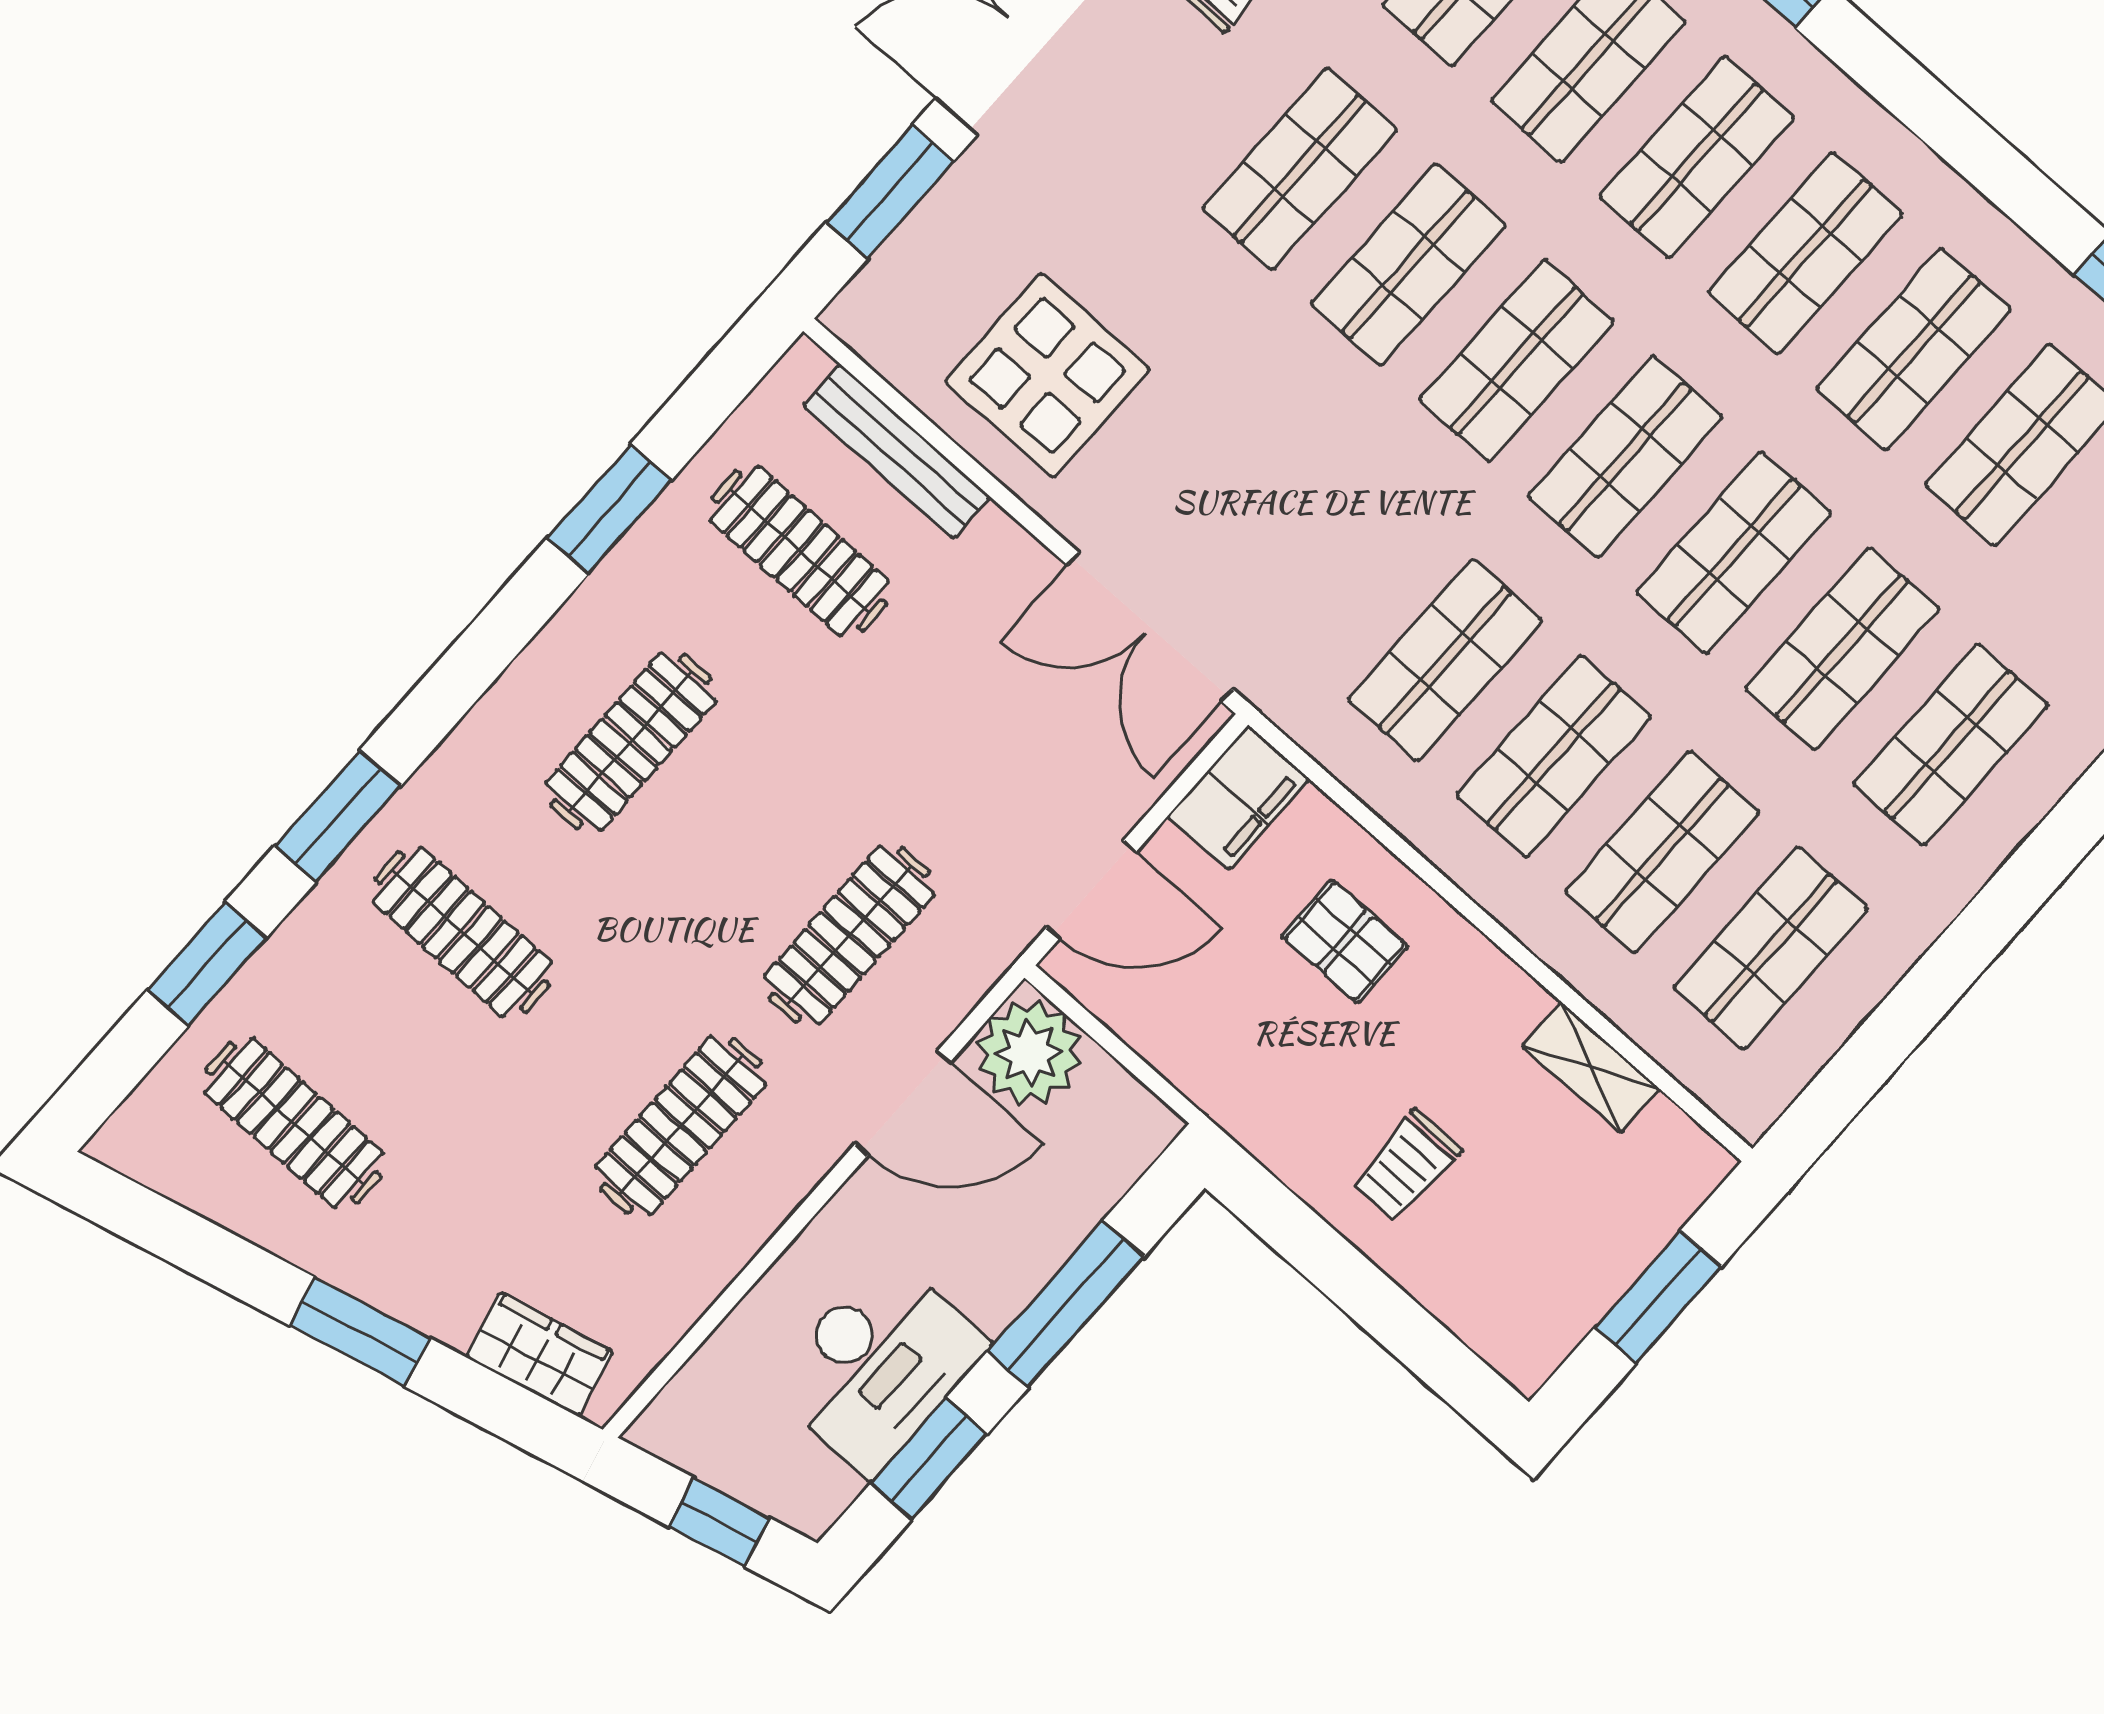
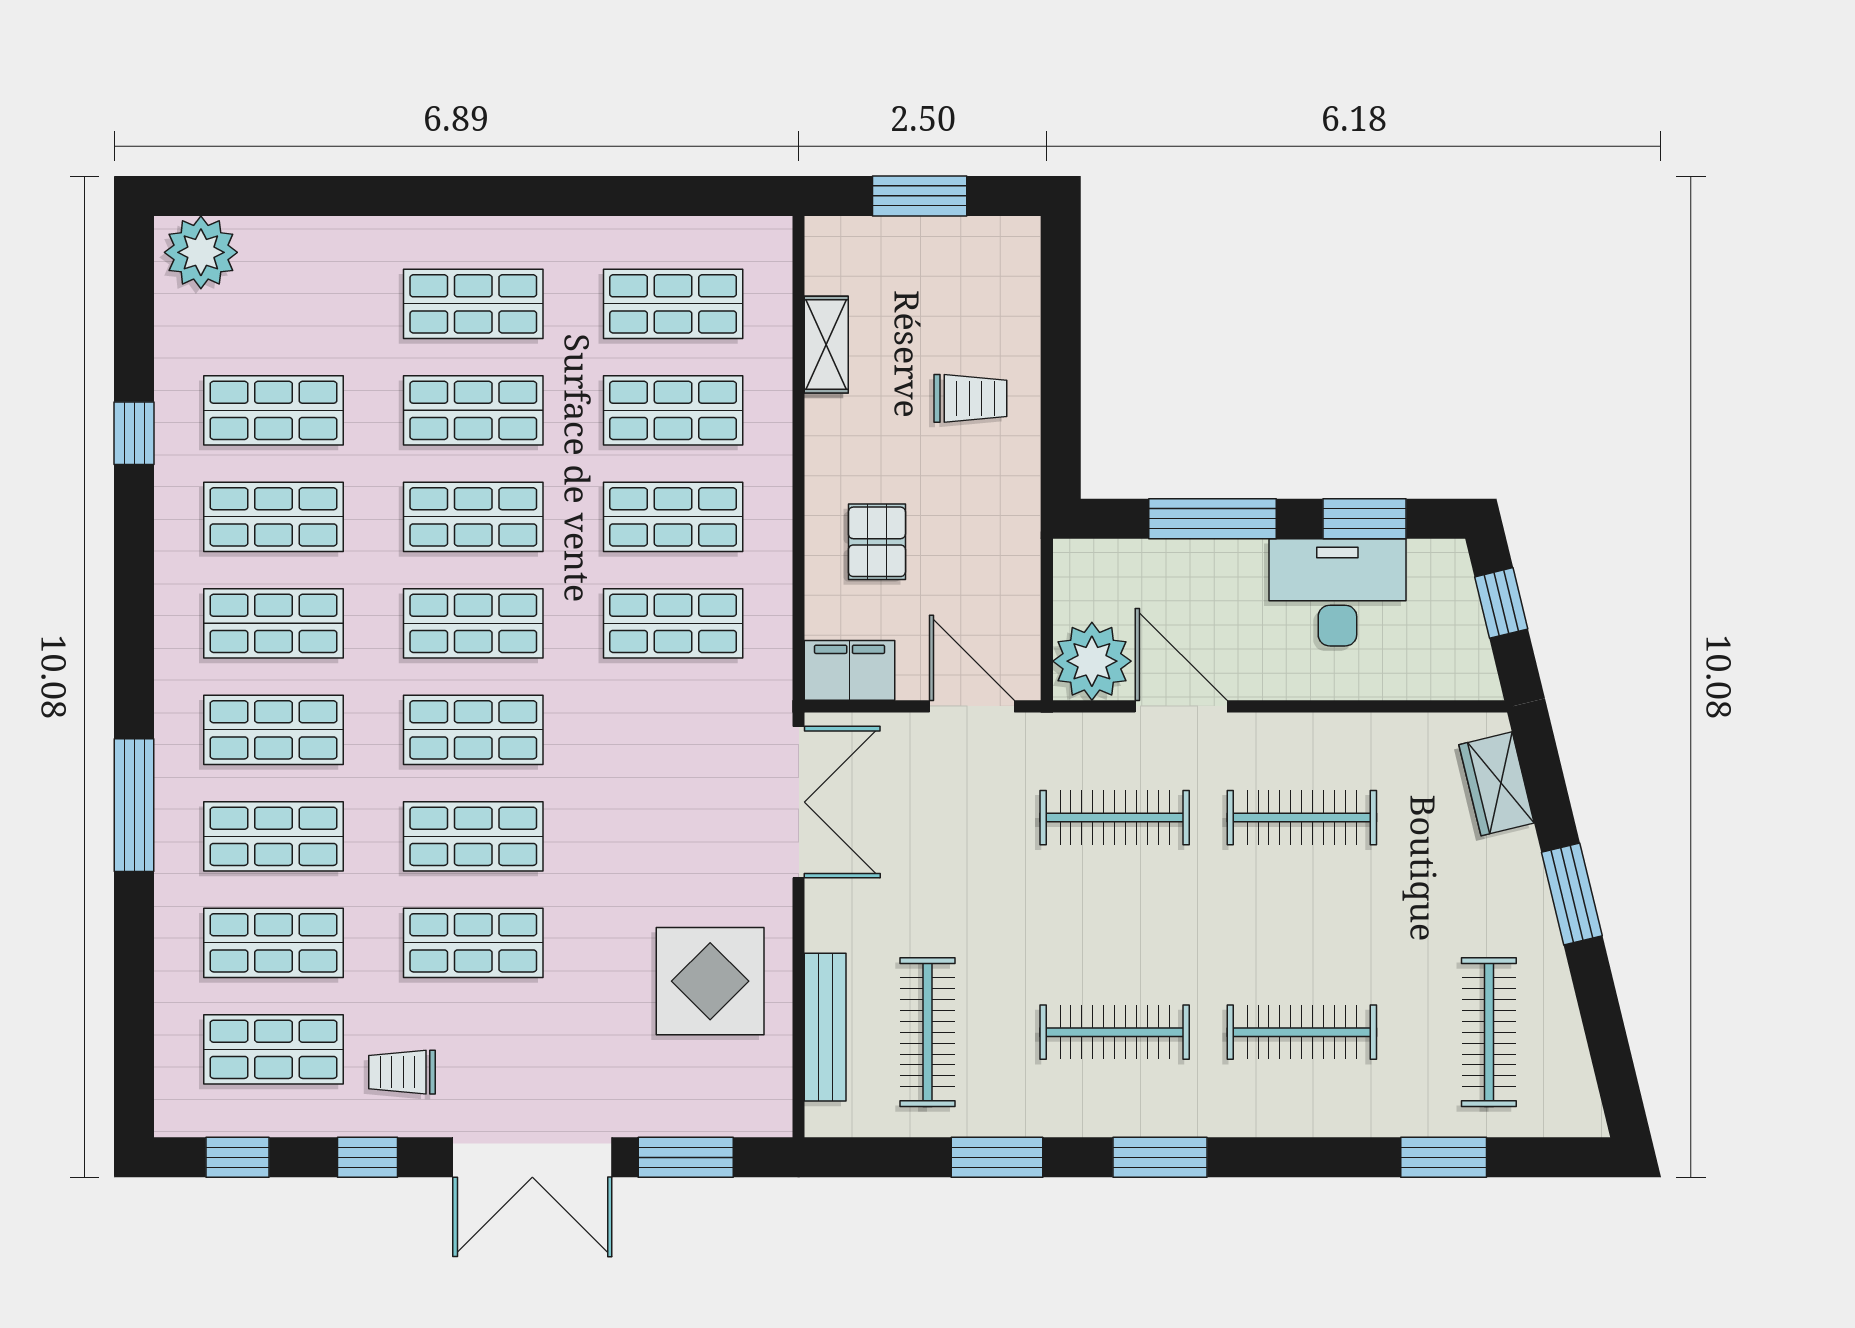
window: (338, 816) -> (1160, 1157), moved
clothes rail: (462, 932) -> (1302, 1032), turned 90

